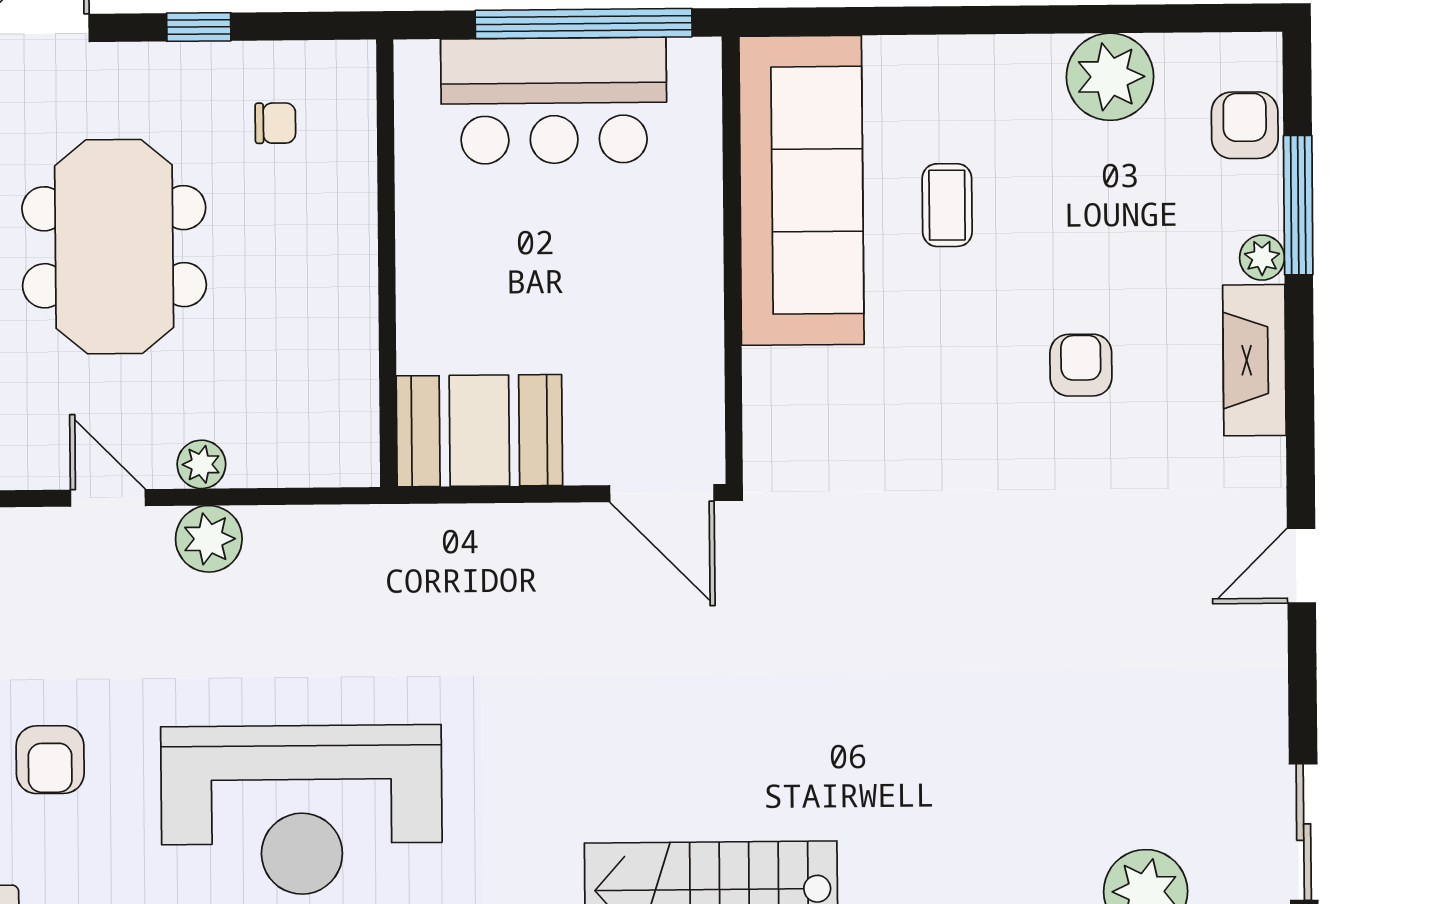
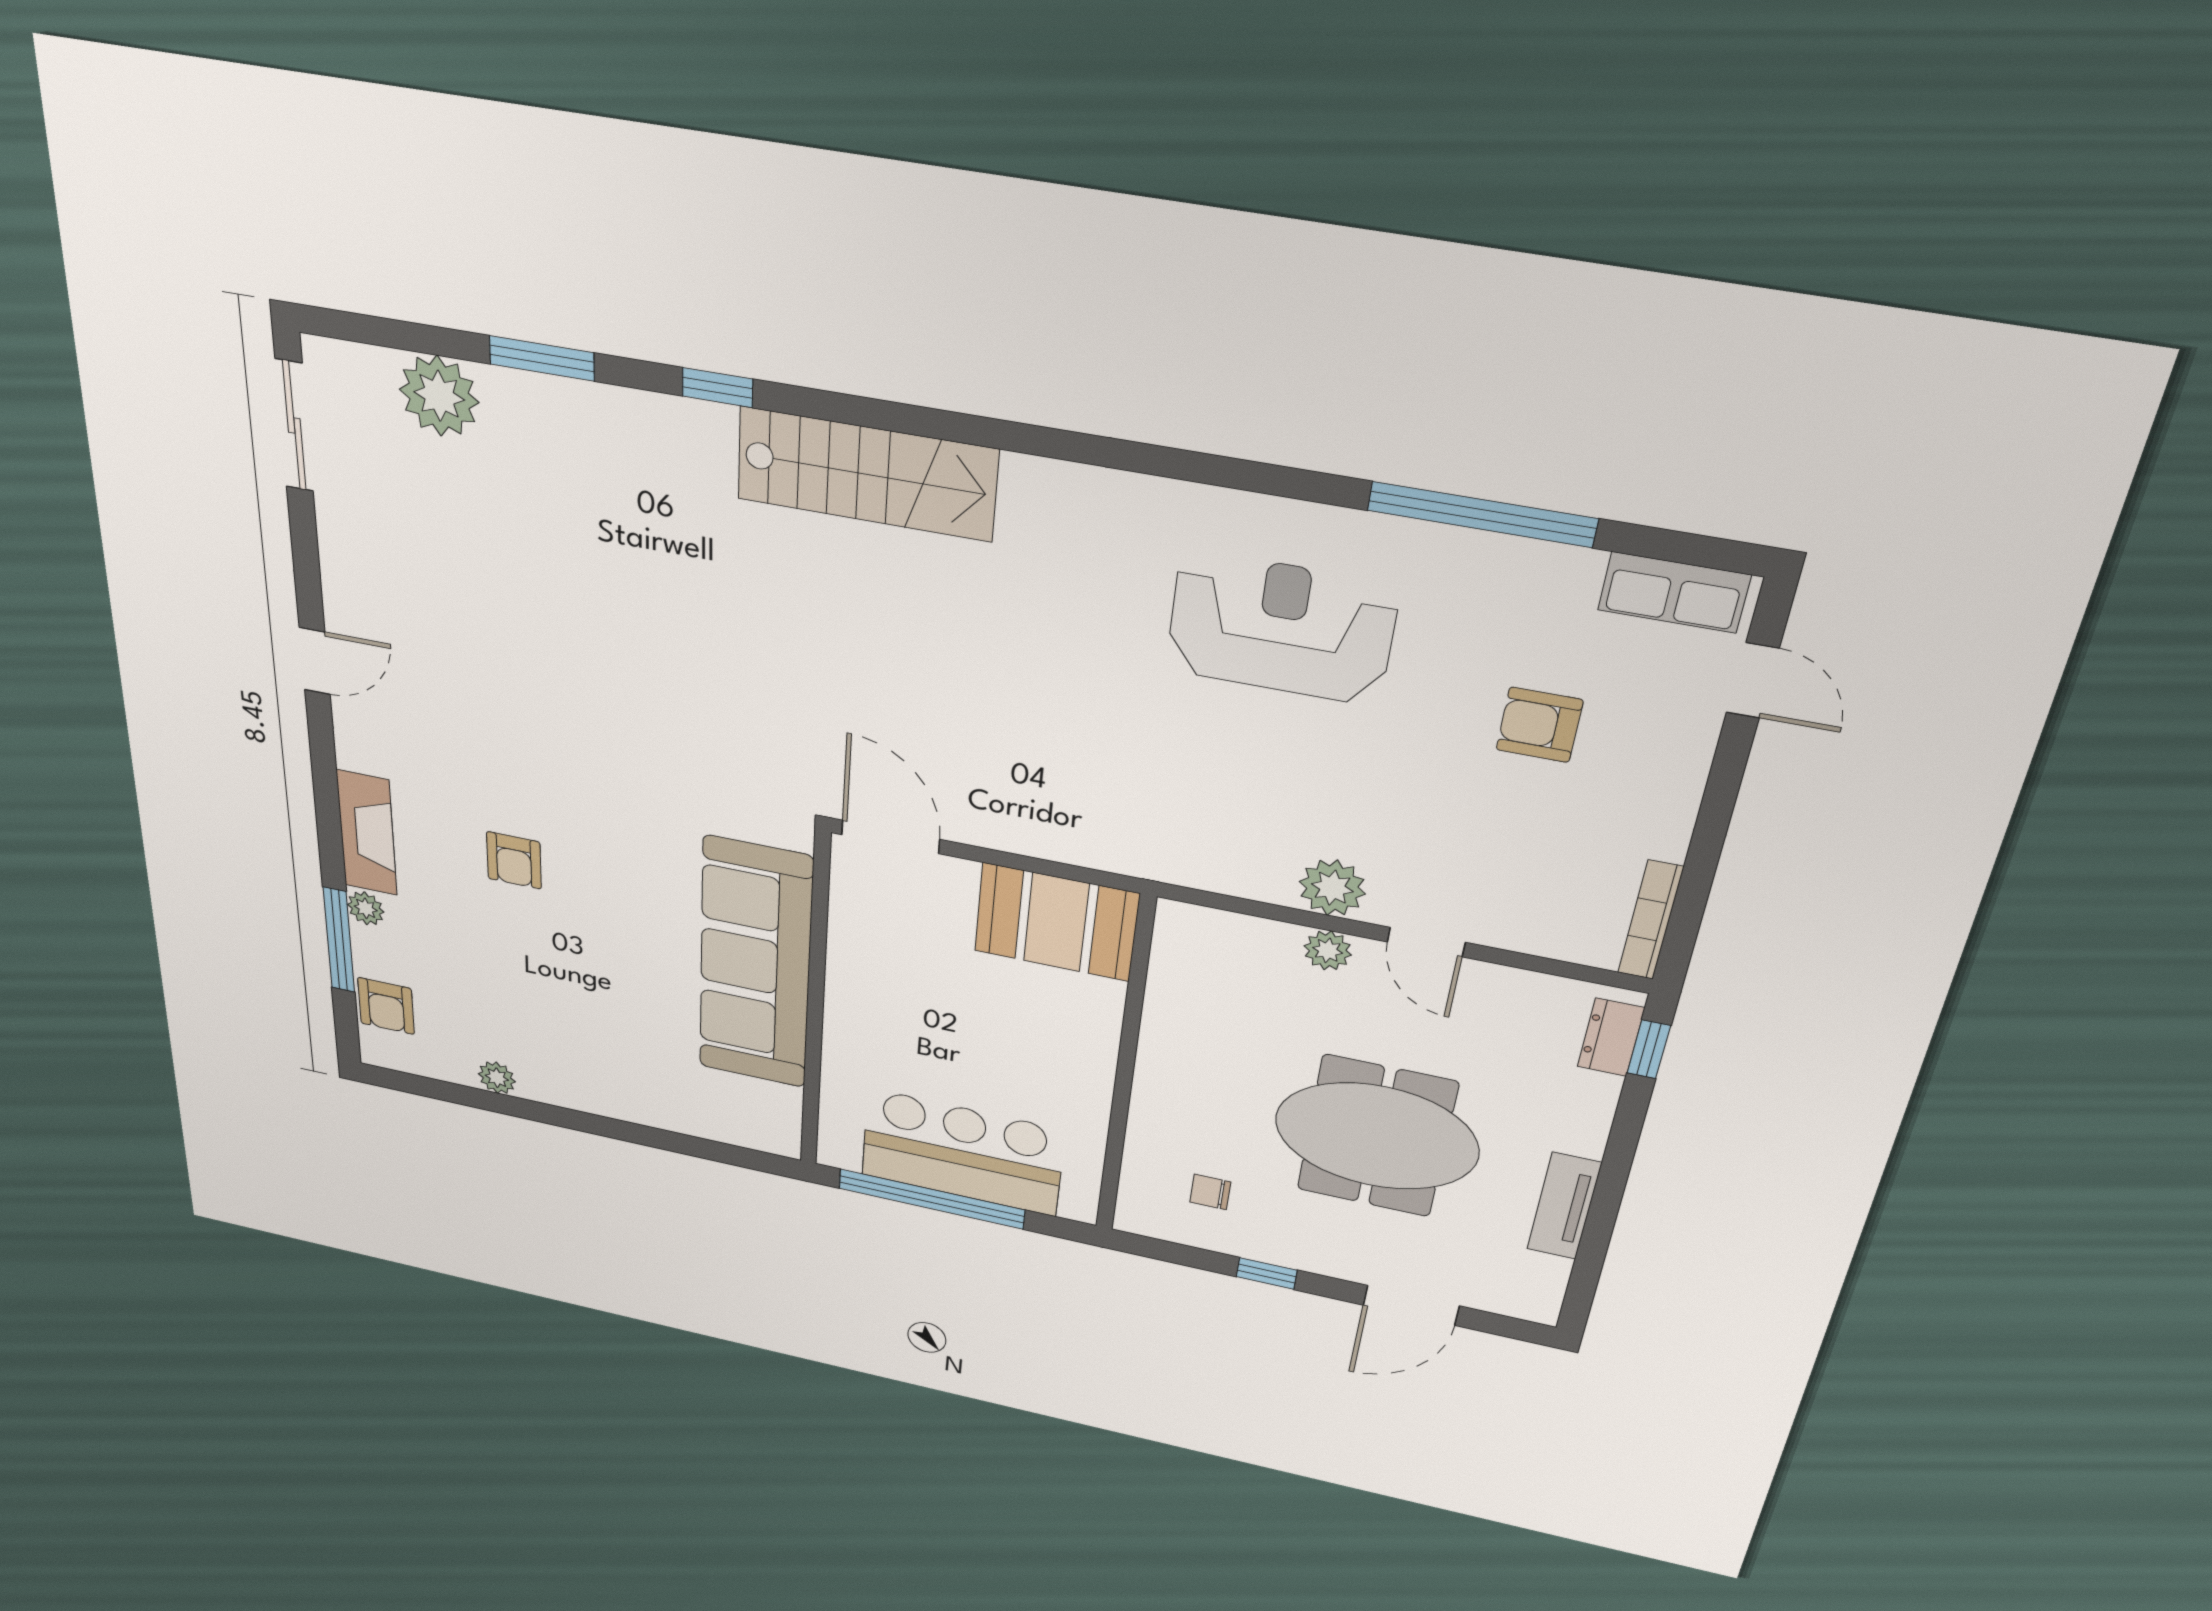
plant: (1110, 77) -> (497, 1078), width x0.53, depth x0.53
sofa: (801, 190) -> (755, 964), moved
coffee table: (947, 205) -> (629, 1004), removed
meeting table: (114, 247) -> (1377, 1136), turned 90
armchair: (50, 760) -> (1539, 725), turned -90
reception desk: (302, 810) -> (1281, 628), width x0.74, depth x0.77

